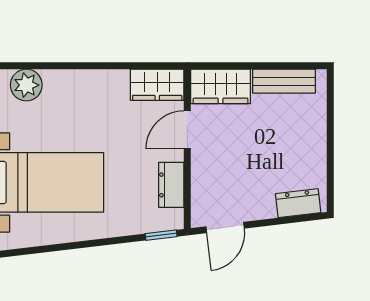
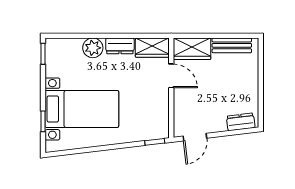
plant: (26, 85) -> (93, 48), moved
door: (187, 130) -> (171, 76), swing flipped
dresser: (171, 185) -> (120, 46), moved, turned -90

